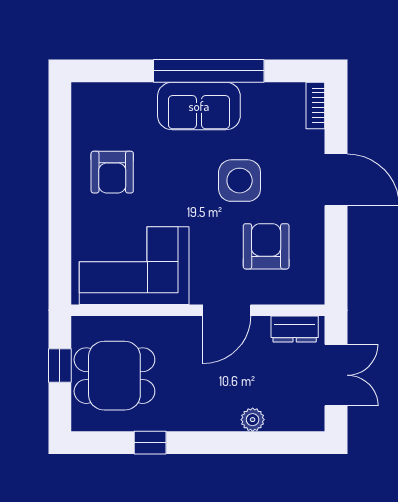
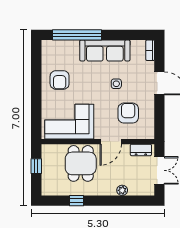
window: (209, 71) -> (77, 35), moved
sofa: (199, 106) -> (105, 50), width x1.36
side table: (240, 181) -> (116, 84), width x0.54, depth x0.54
dining table: (114, 376) -> (81, 163), moved, turned 90

